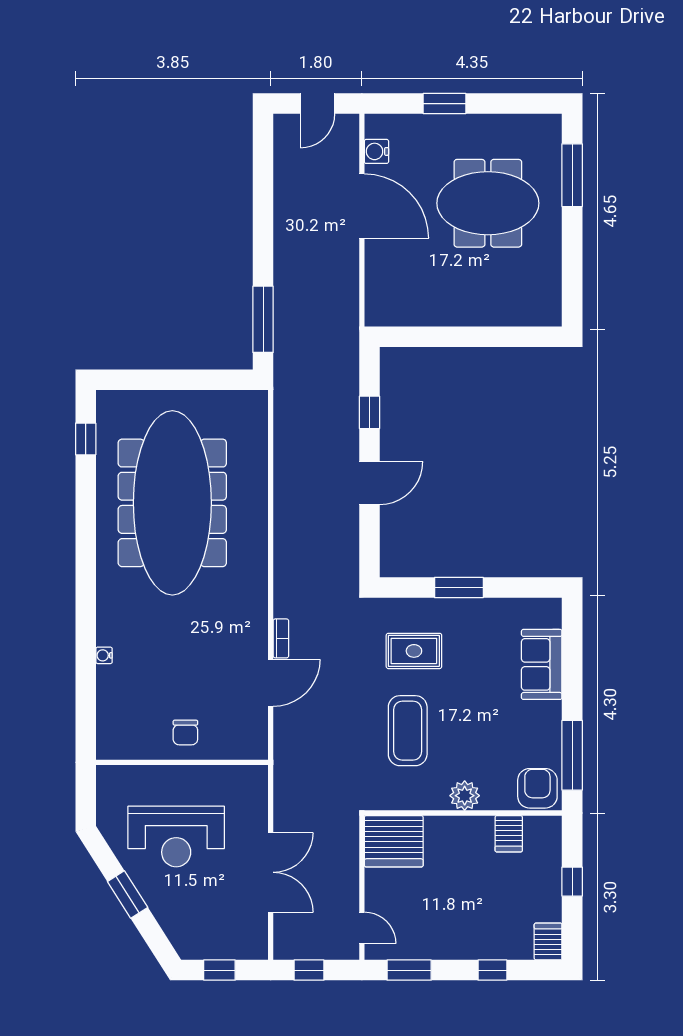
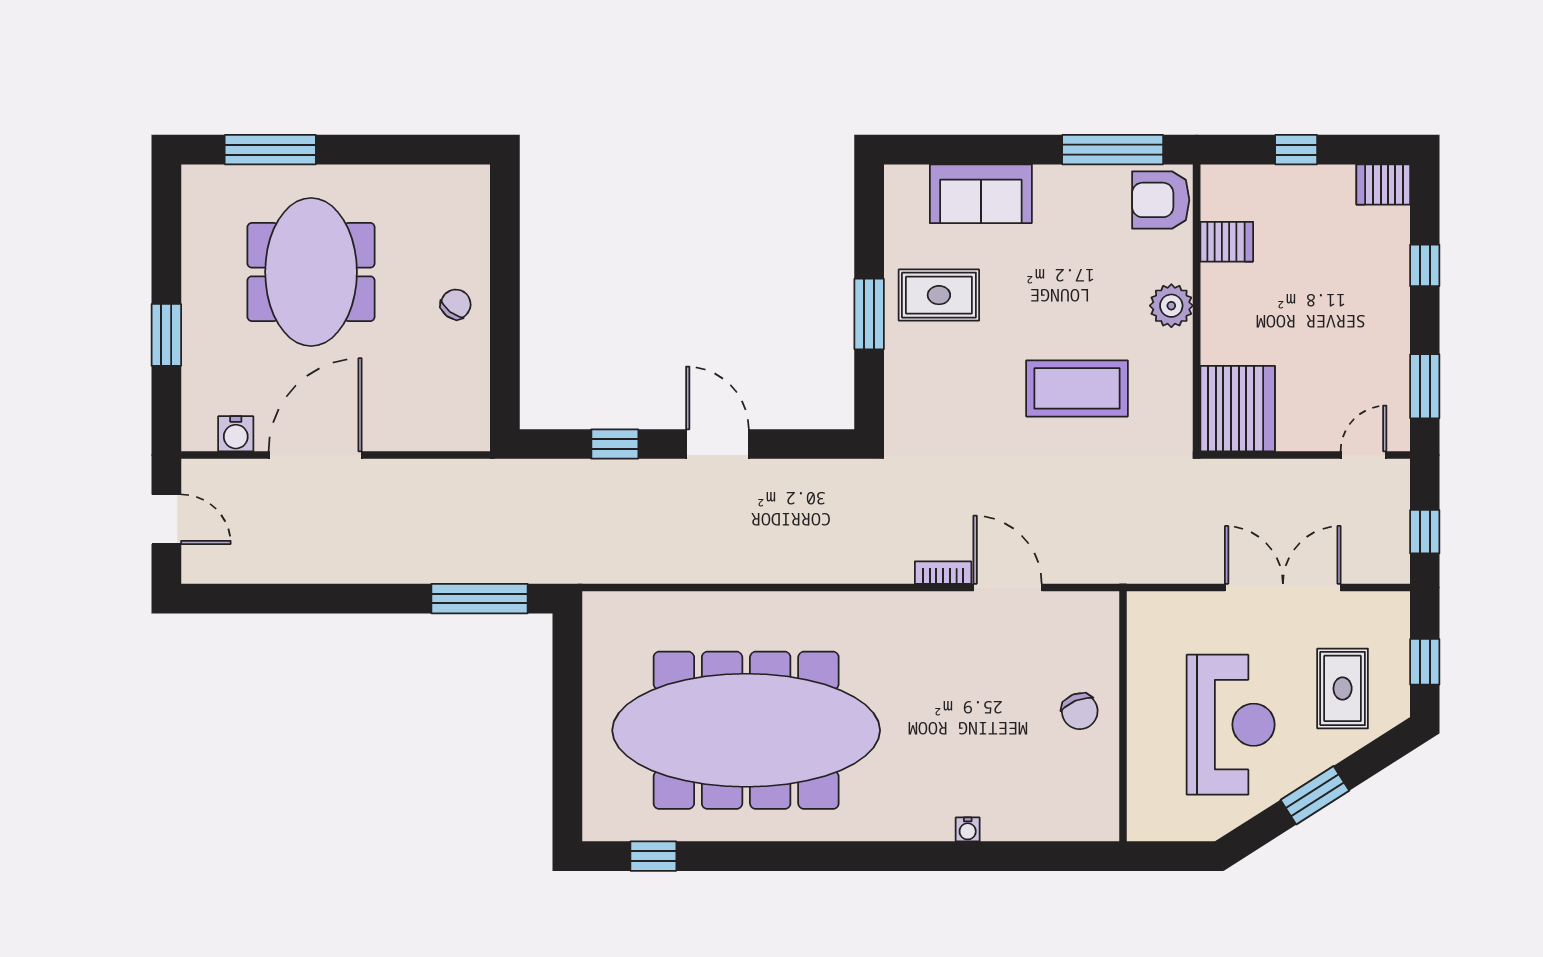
chair: (466, 303) -> (456, 304), added
rug: (414, 651) -> (939, 295), moved, turned 90
chair: (185, 732) -> (1080, 711), turned 68
rug: (201, 913) -> (1343, 688), added

